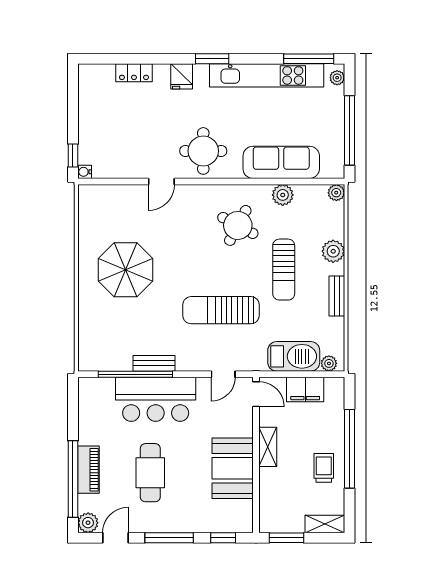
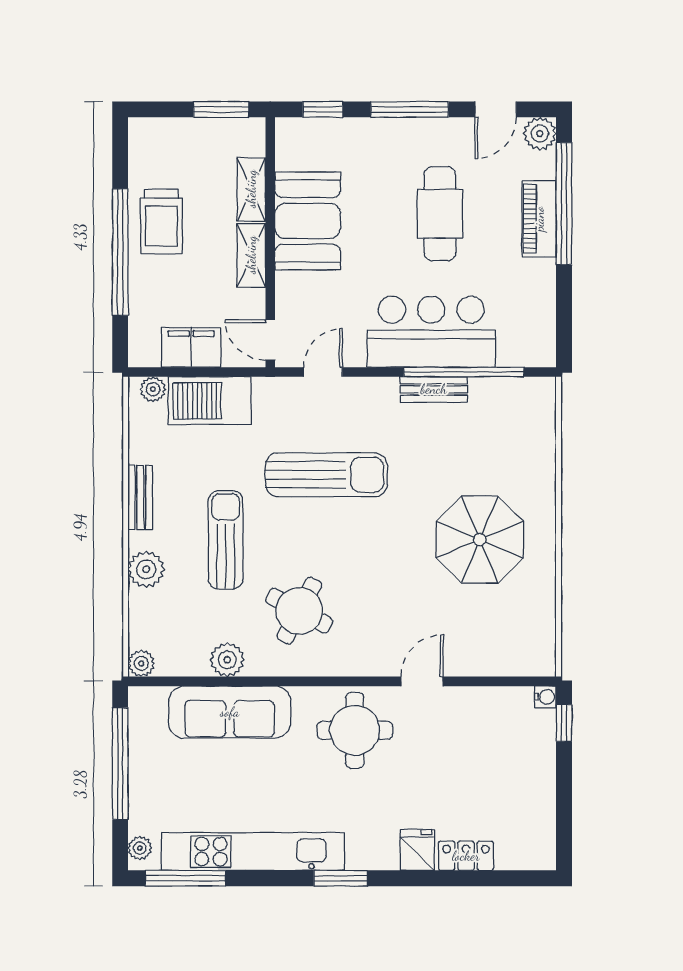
fridge: (182, 76) -> (417, 850), moved
trolley: (324, 468) -> (161, 222), width x1.36, depth x1.39
shelving: (325, 524) -> (251, 189), moved, turned 90

